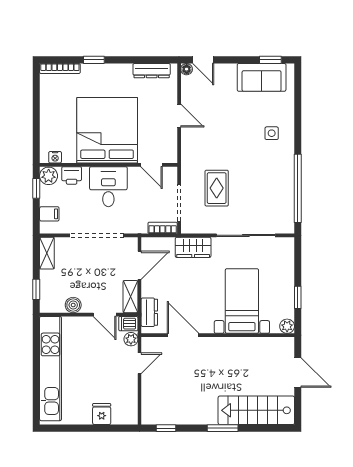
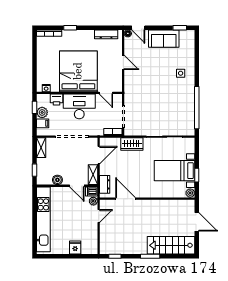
sofa: (262, 77) -> (164, 39), moved
plant: (49, 176) -> (42, 112), moved
desk: (108, 187) -> (79, 106), width x1.37
rug: (217, 188) -> (146, 107), removed
bed with nightstands: (242, 301) -> (175, 171), moved, turned -90

